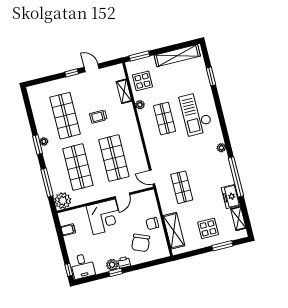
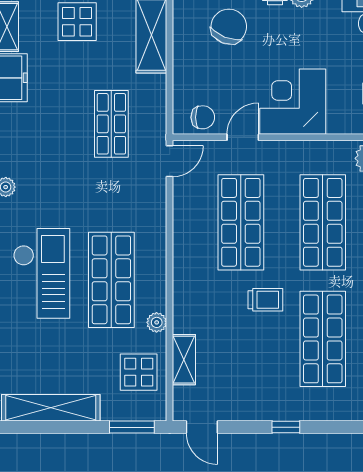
door: (92, 68) -> (202, 427), moved
trolley: (98, 117) -> (265, 300), moved
shop shelf: (165, 119) -> (111, 280), width x1.43, depth x1.36
door: (152, 177) -> (170, 161), hinge flipped
chair: (152, 223) -> (203, 117), moved

